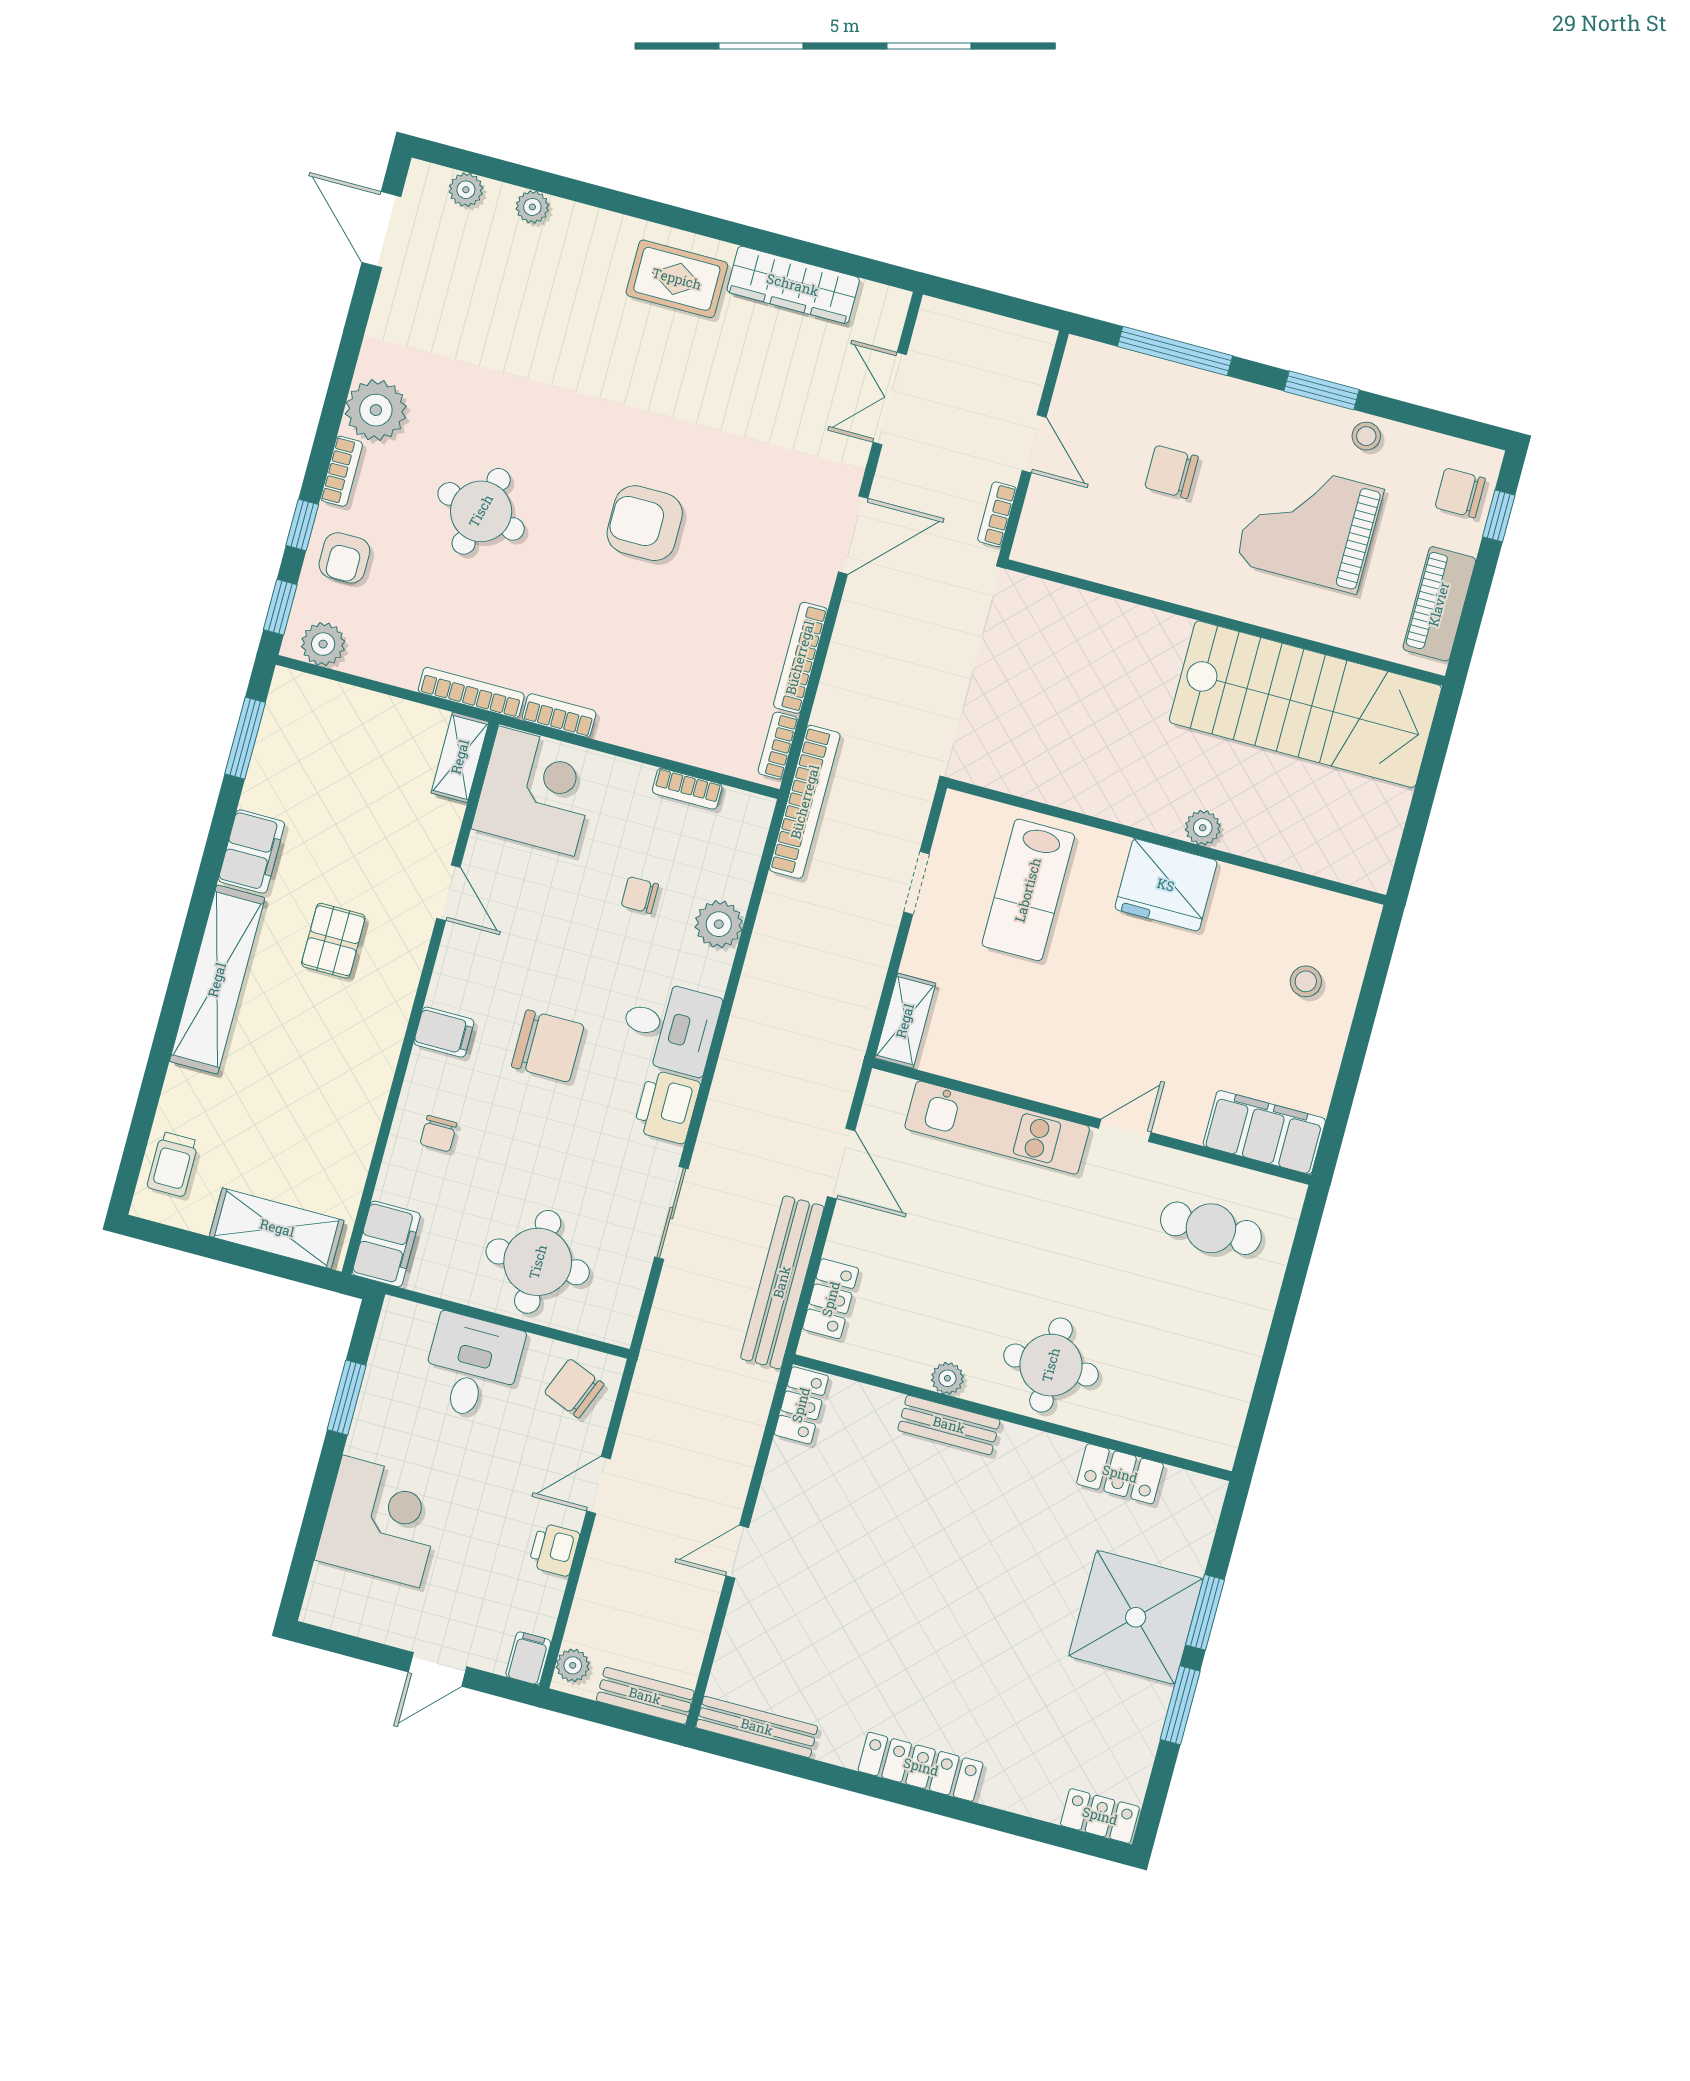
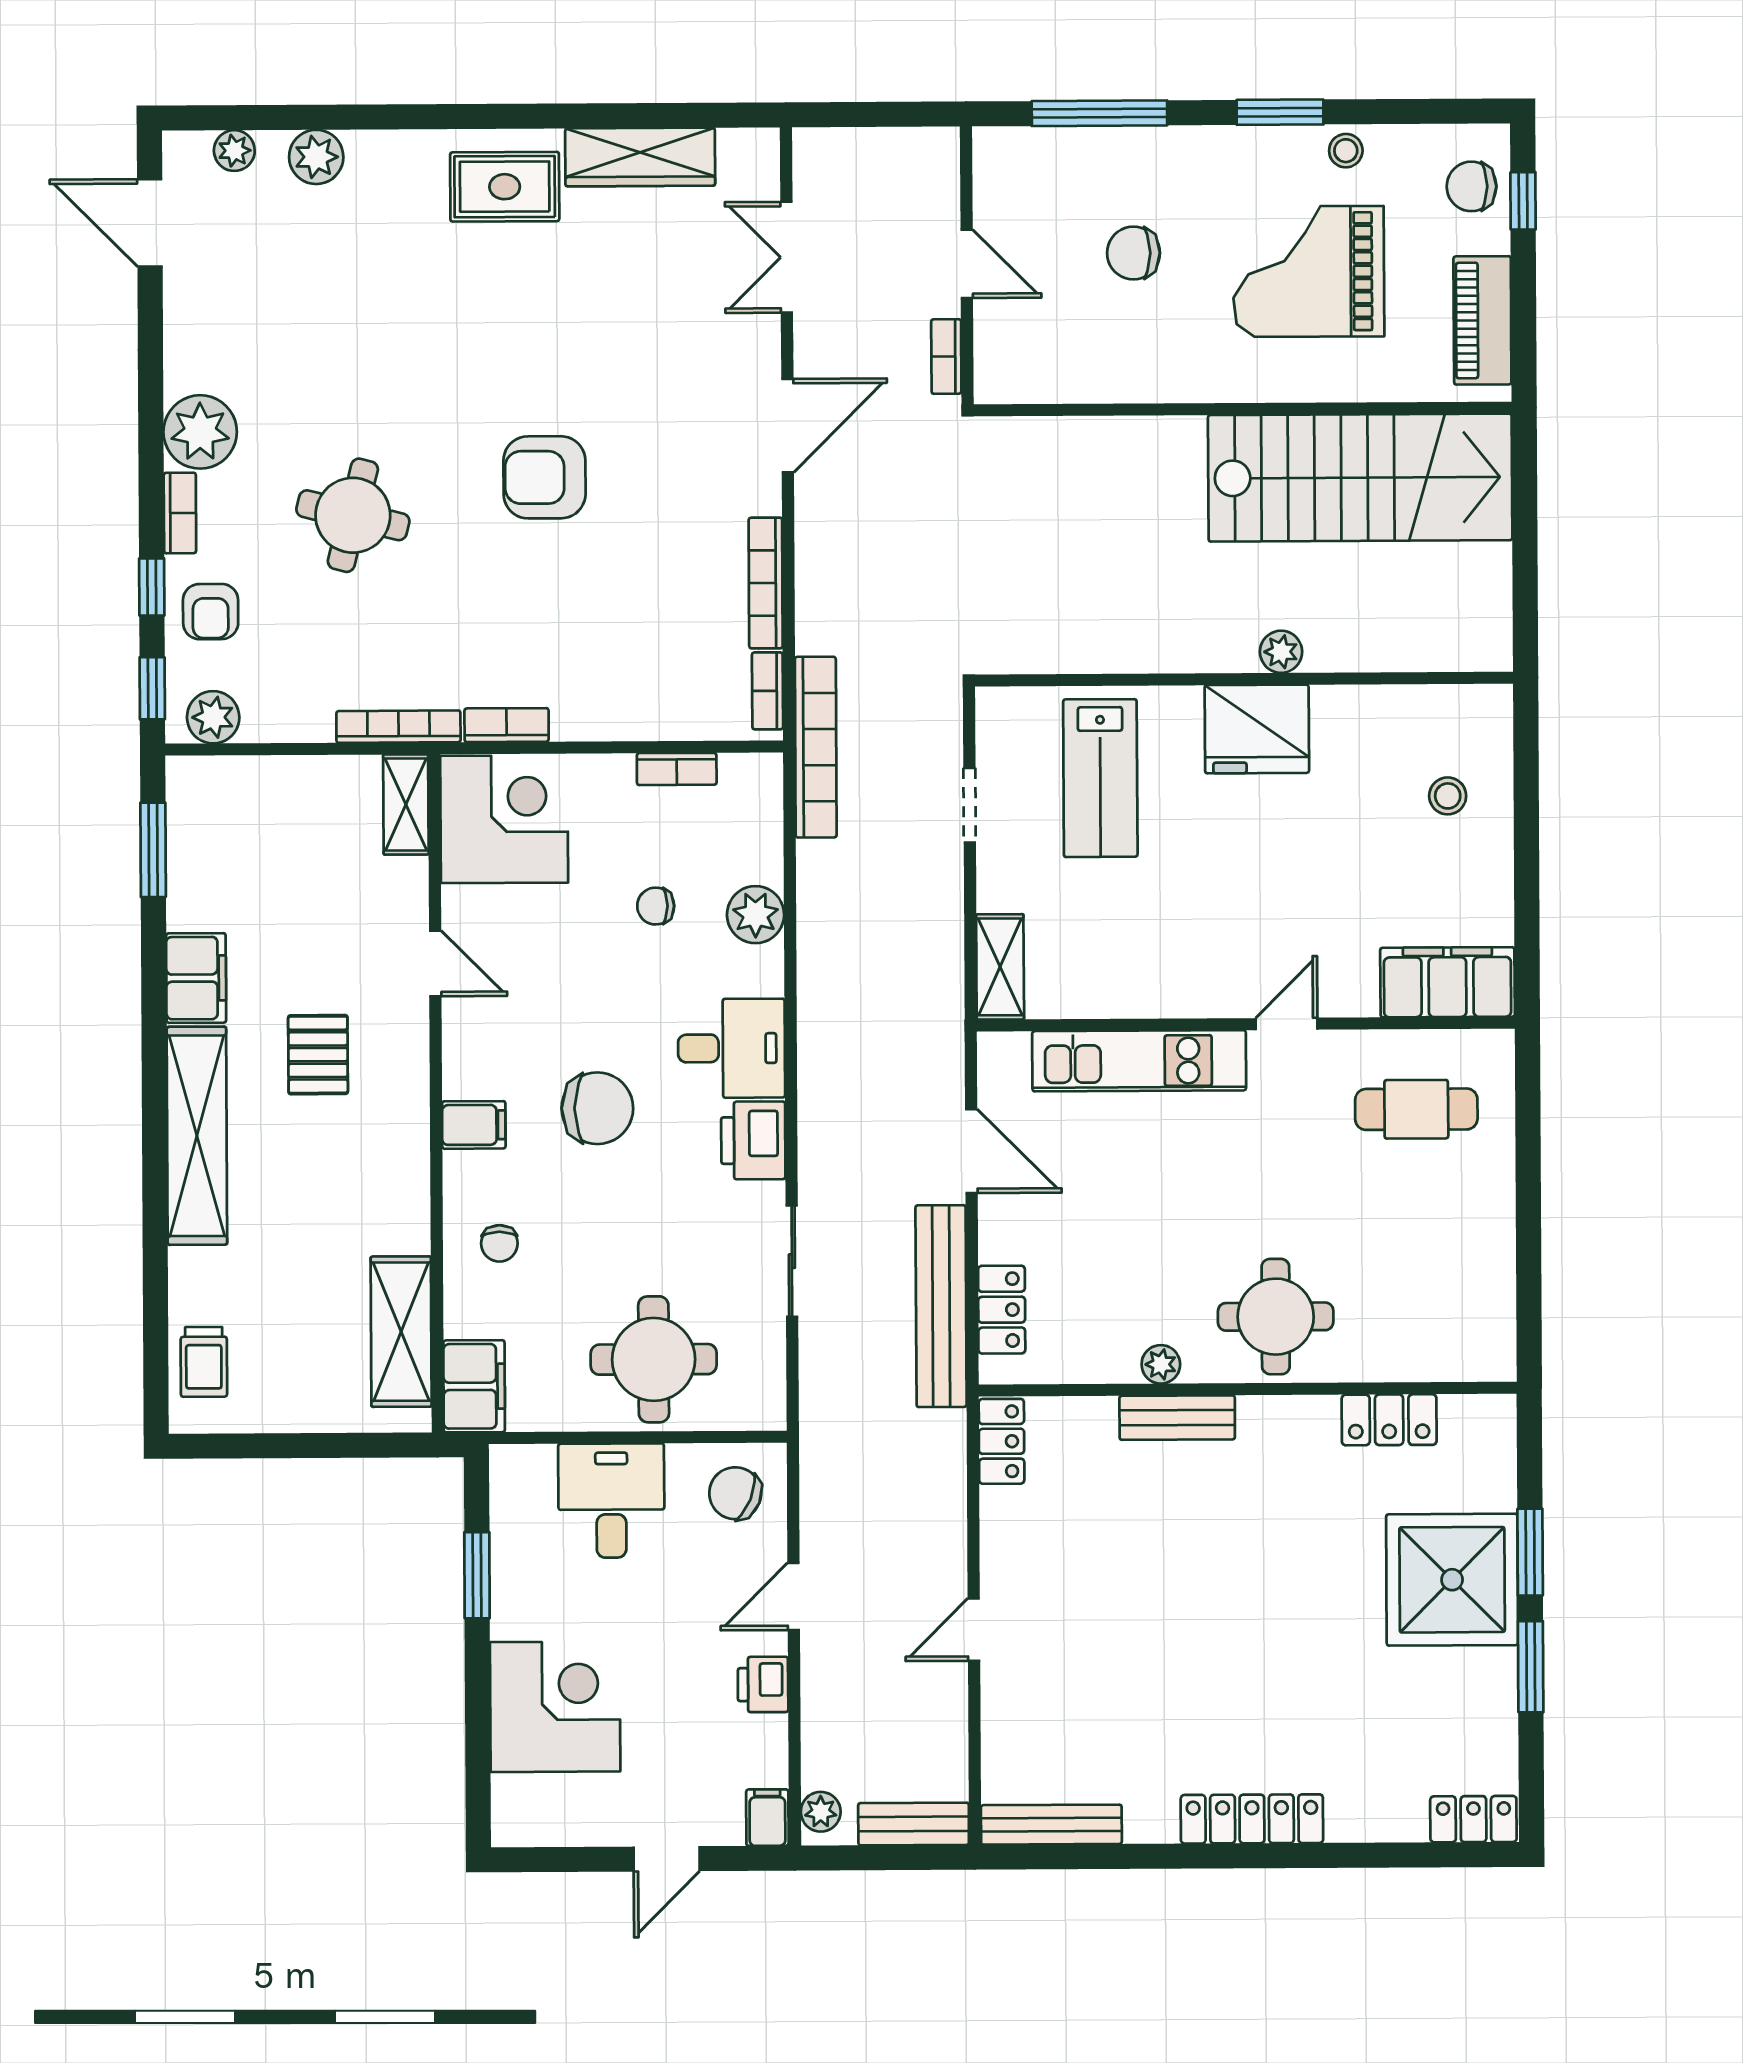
plant: (532, 207) -> (316, 157), width x1.38, depth x1.38
shelving: (277, 1228) -> (401, 1332), moved, turned 90

